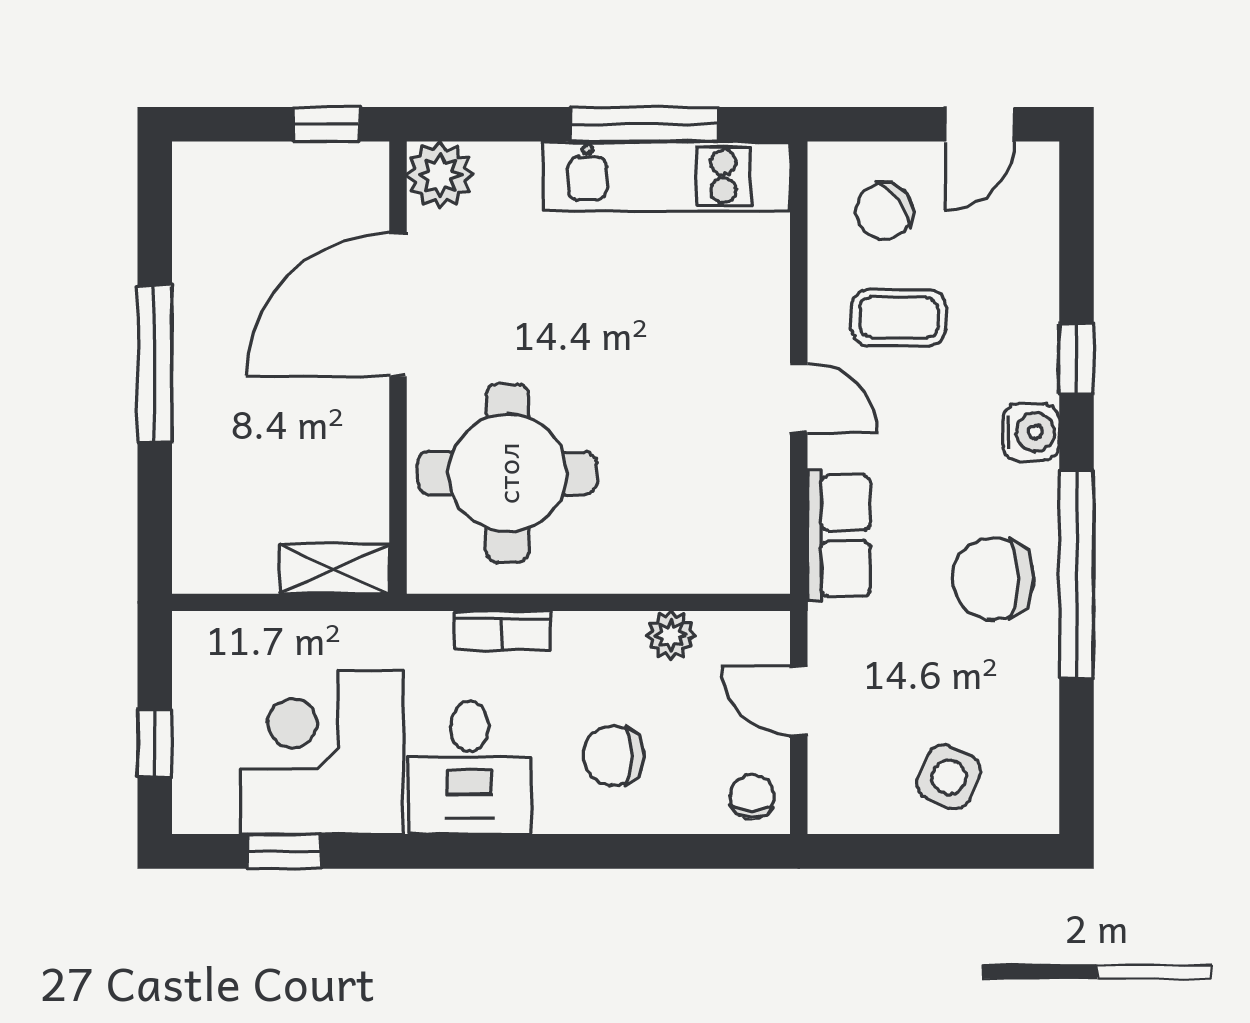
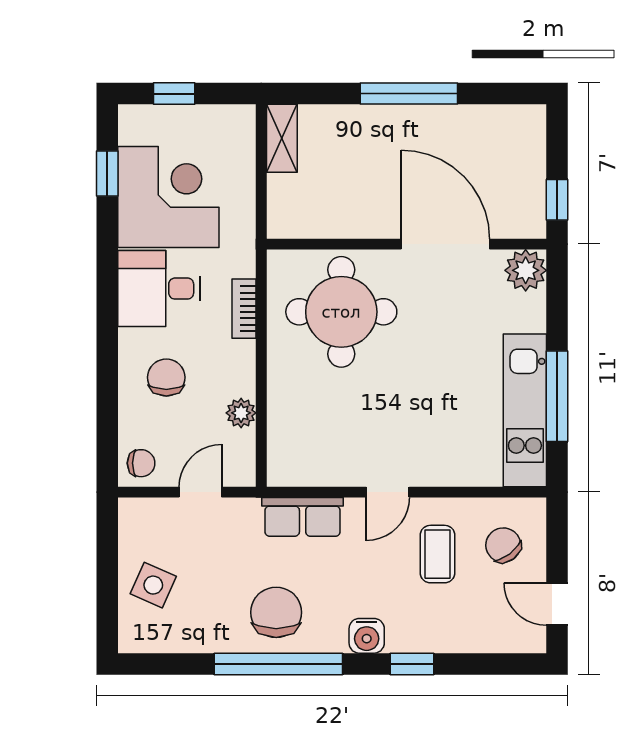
shelving: (334, 569) -> (282, 138), moved

